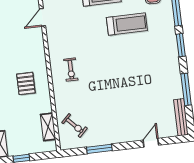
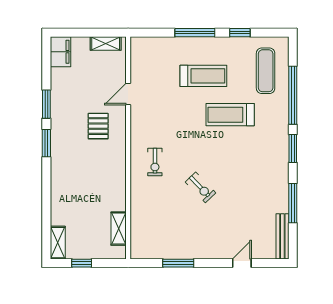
treadmill: (127, 24) -> (230, 115), turned 180
pallet: (26, 83) -> (98, 126), moved
exercise bike: (75, 125) -> (201, 187), moved

